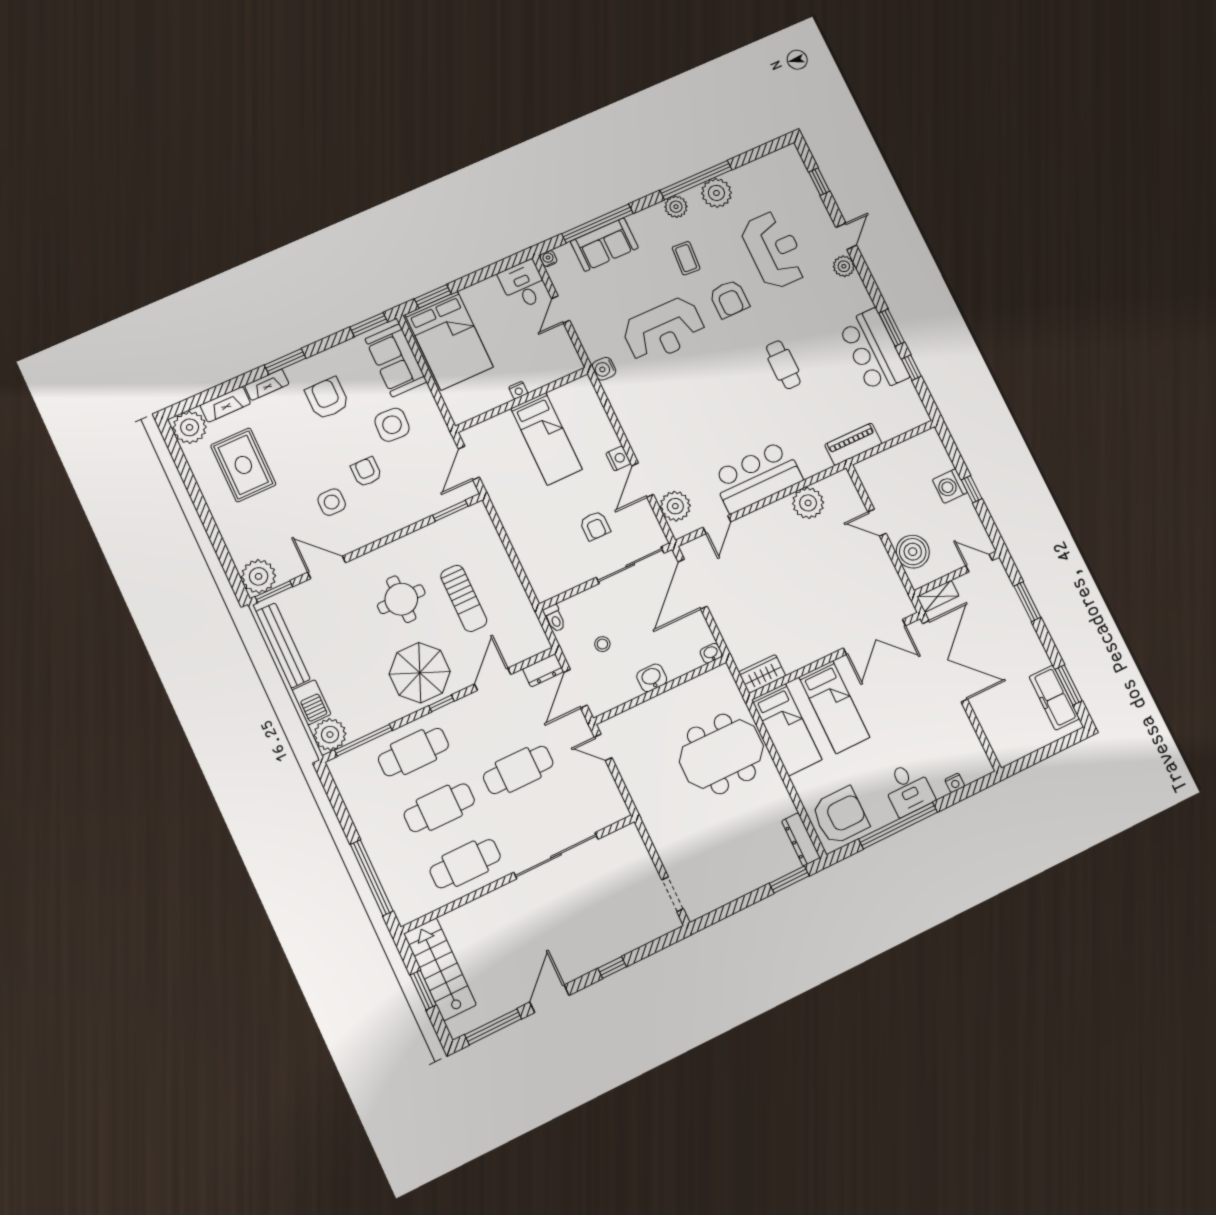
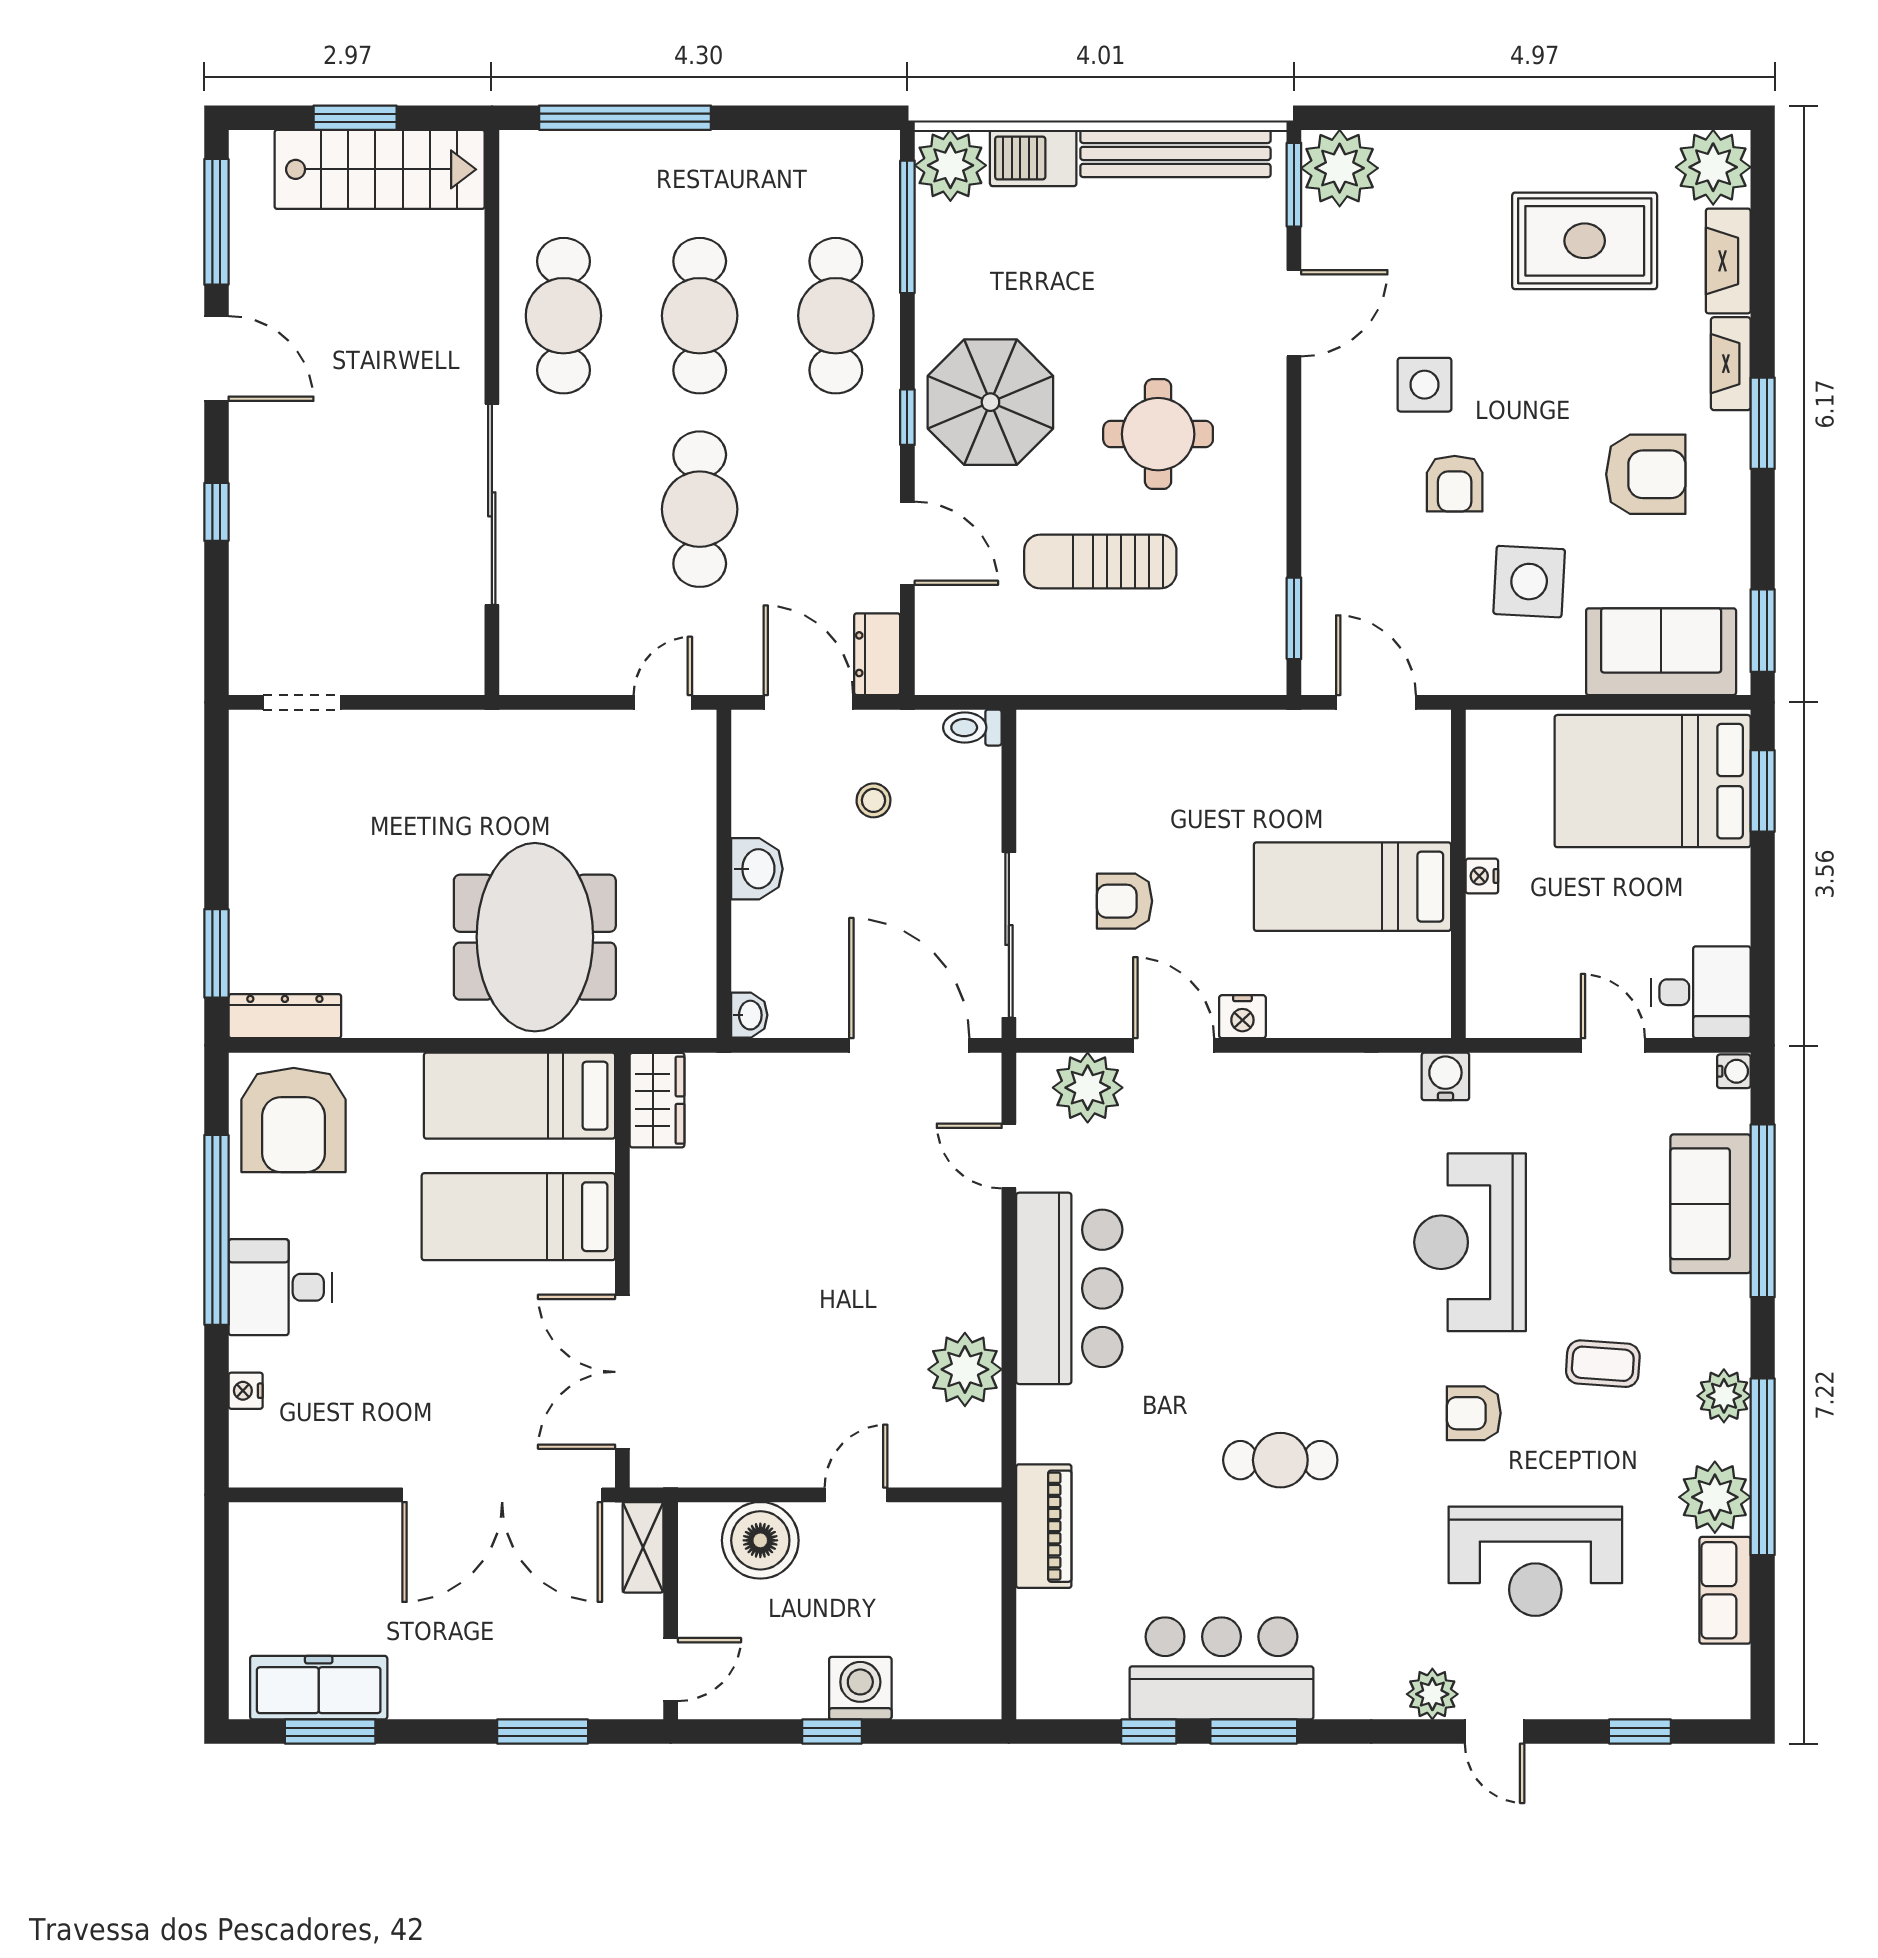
row of seats: (750, 173) -> (1725, 1590), added
armchair: (729, 299) -> (1474, 1413), width x0.72, depth x0.72
armchair: (366, 472) -> (1455, 484), turned 90

